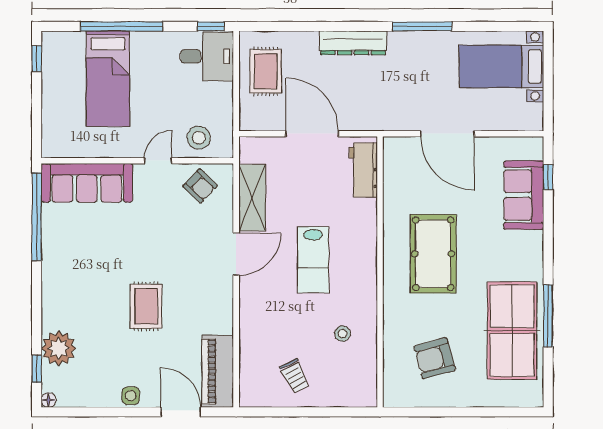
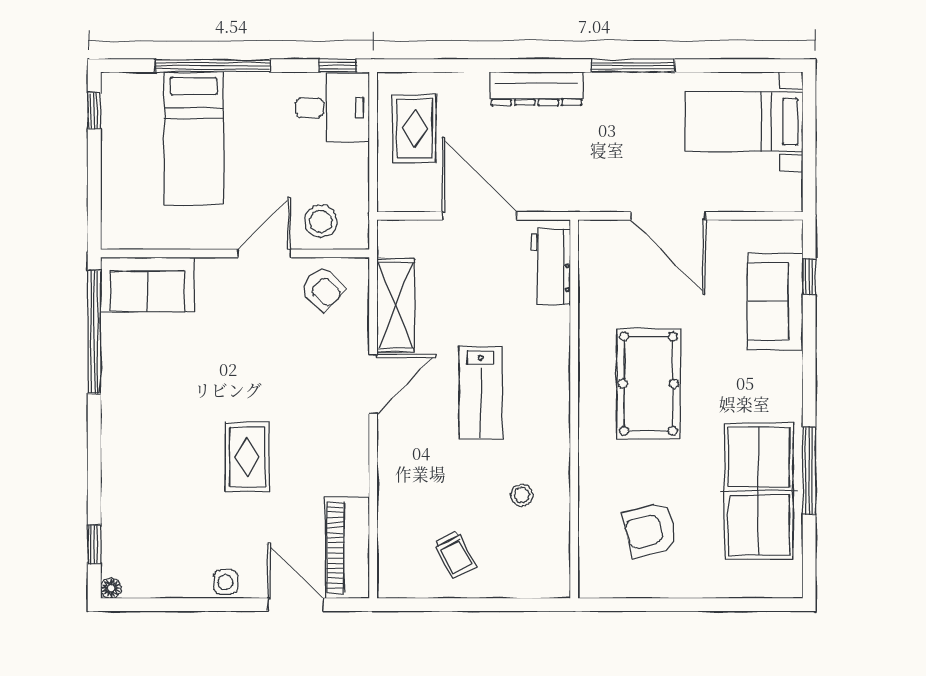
door: (158, 161) -> (264, 253), width x1.38
sofa: (87, 183) -> (147, 284), width x0.73
plant: (59, 348) -> (125, 516), removed

